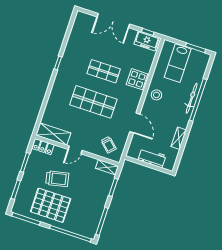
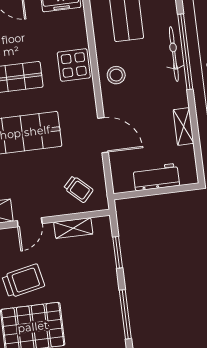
shelving: (107, 167) -> (73, 228), moved

